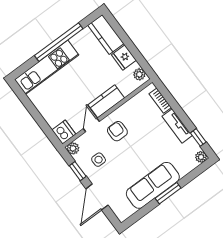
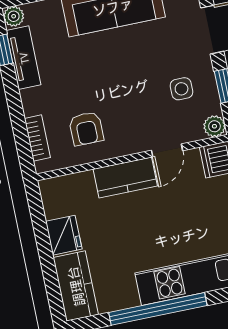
plant: (139, 74) -> (51, 196), removed
tv unit: (177, 126) -> (24, 58), moved
armchair: (117, 131) -> (86, 129), moved

